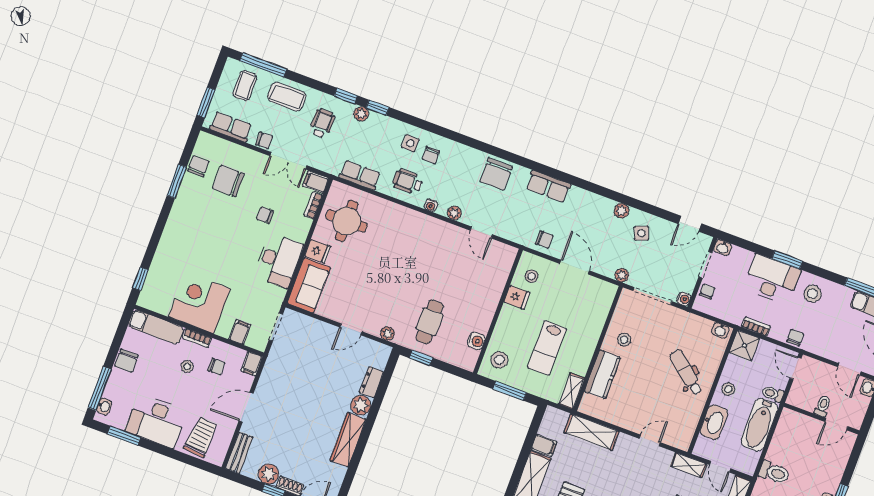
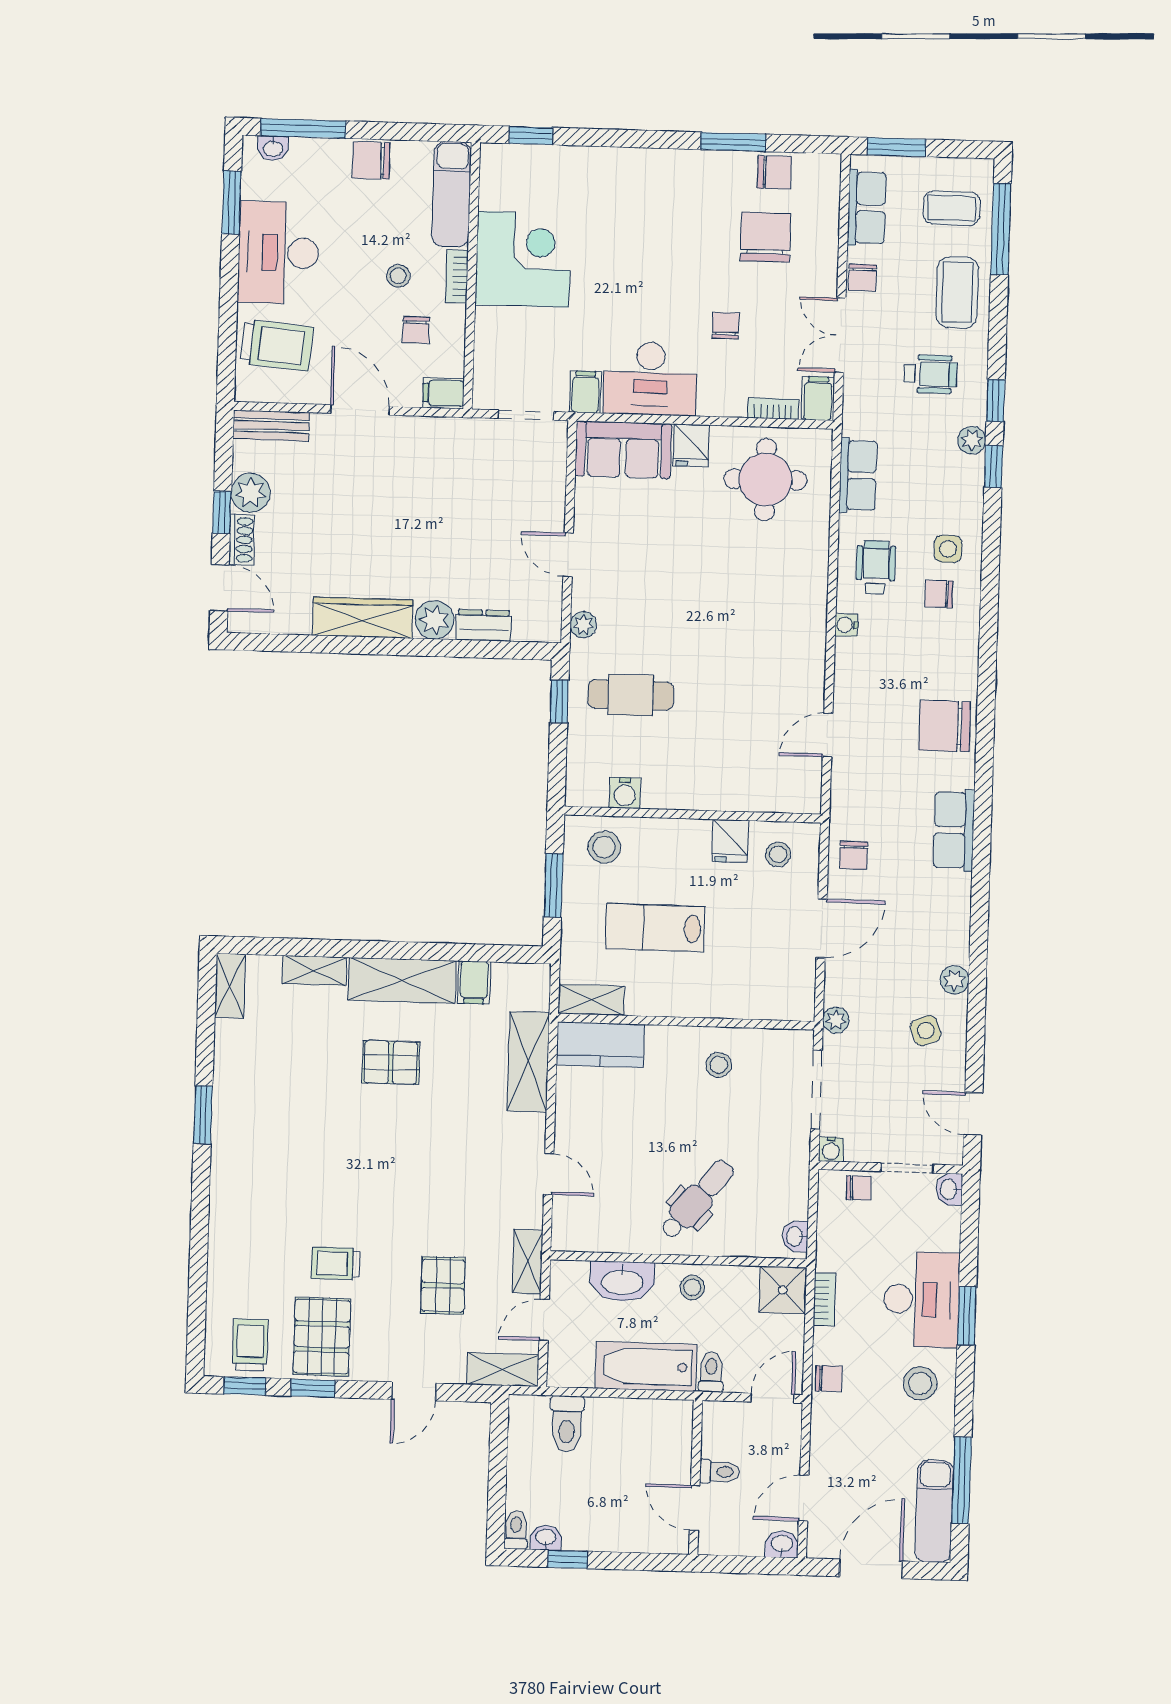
plant: (454, 213) -> (847, 673), removed
filing cabinet: (240, 332) -> (585, 392), moved, turned -90
kitchen counter: (602, 374) -> (600, 1045), moved

